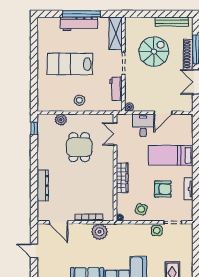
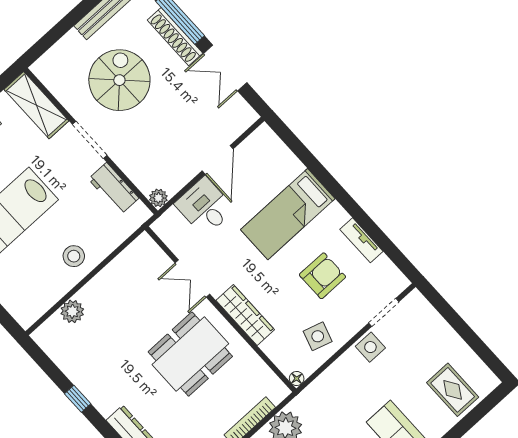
window: (34, 128) -> (78, 399), moved
double door: (115, 134) -> (192, 278), moved
dining table: (79, 147) -> (190, 354), moved, width x1.38

